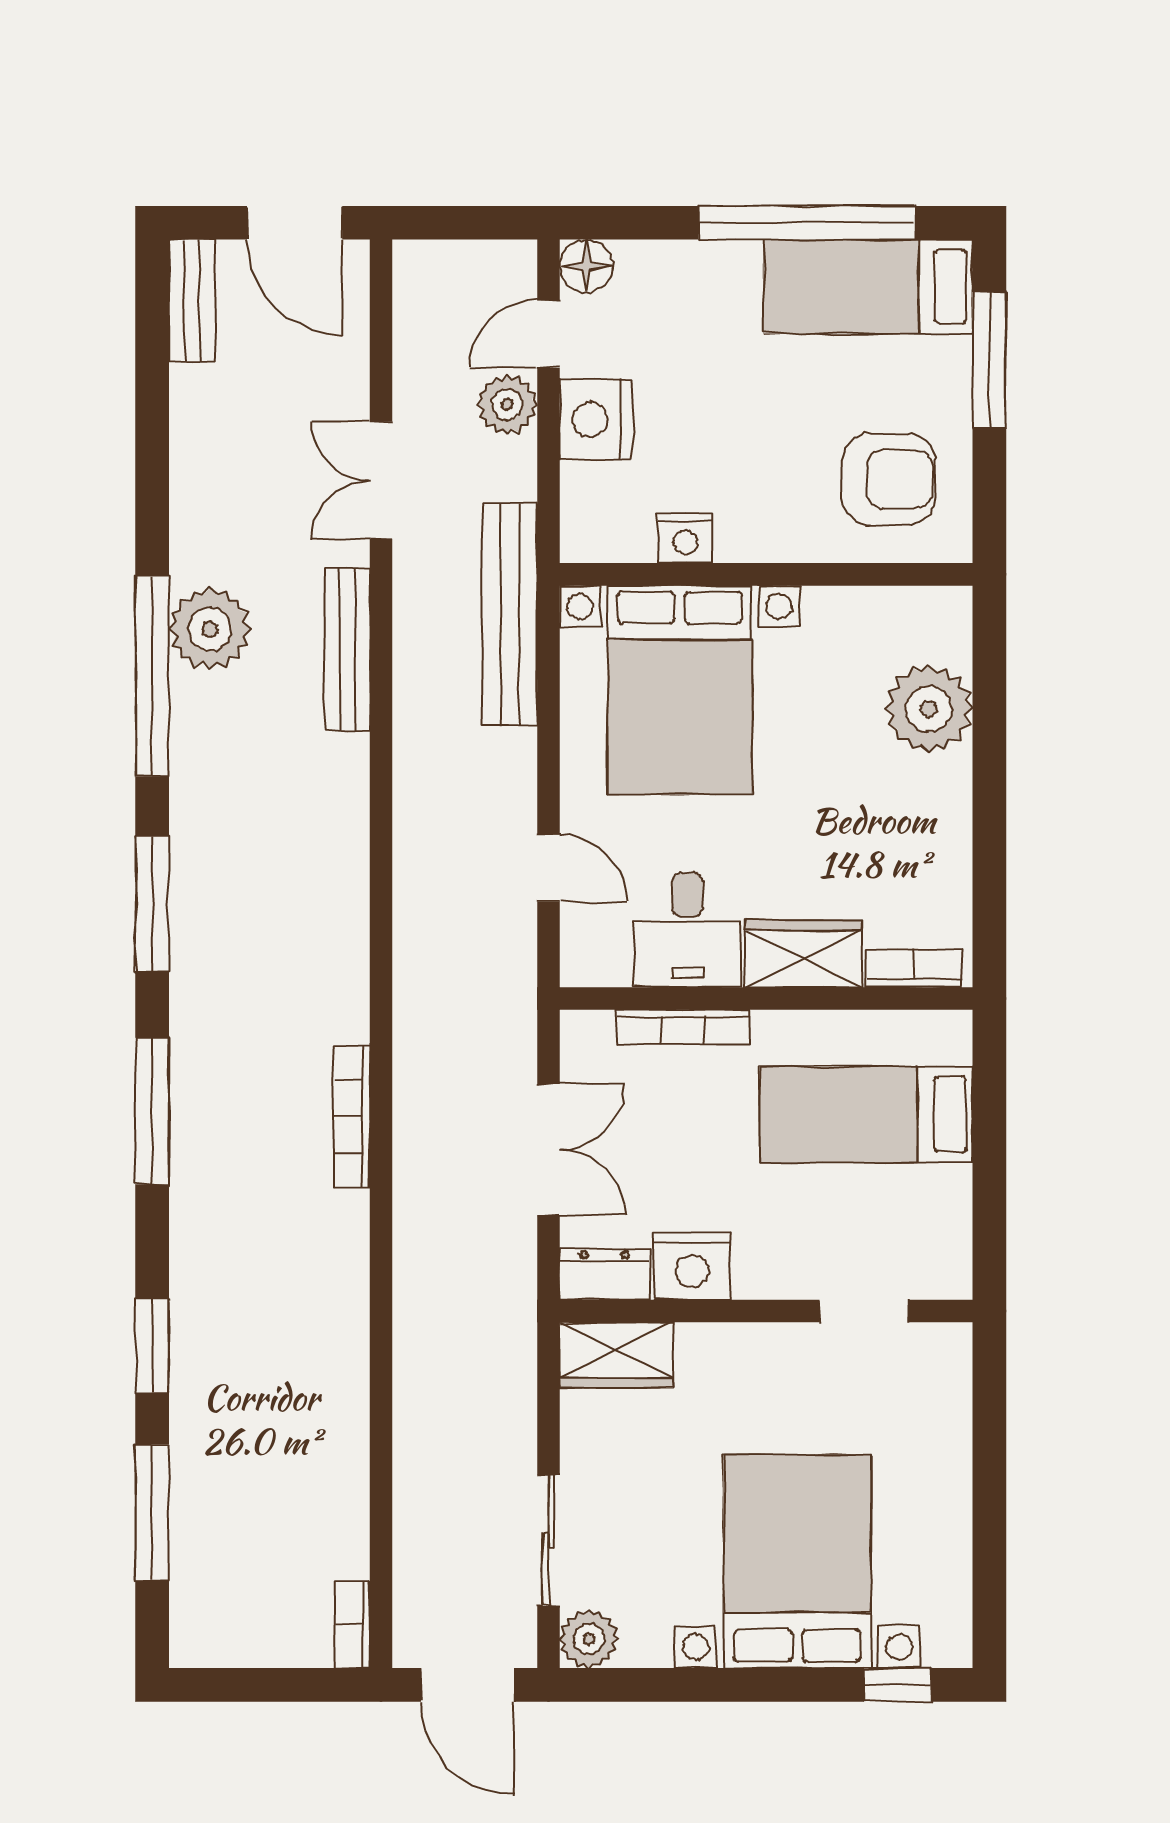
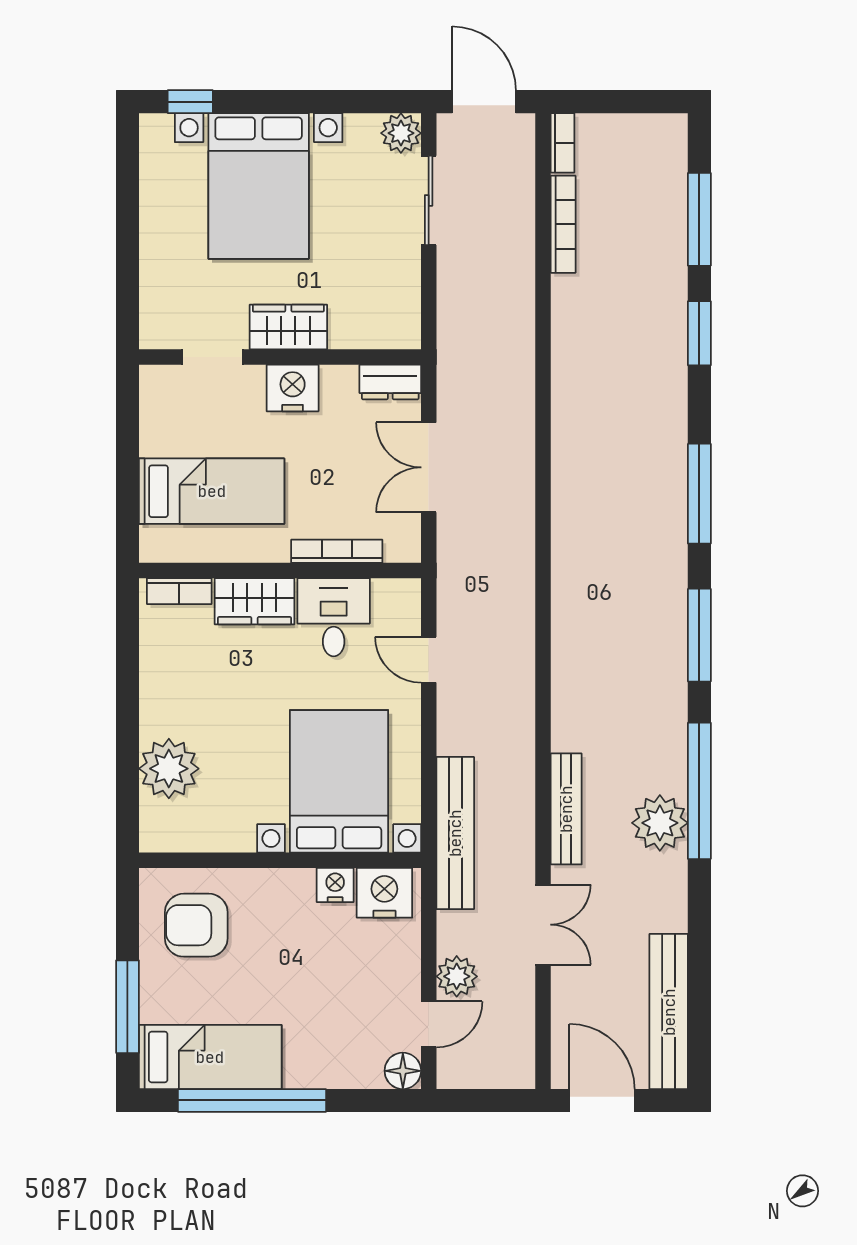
bench: (192, 300) -> (669, 1012), width x1.86, depth x1.21
nightstand: (596, 419) -> (384, 893), moved, turned -90
bookcase: (352, 1116) -> (563, 224), moved
nightstand: (692, 1266) -> (293, 388), moved
wardrobe: (616, 1355) -> (288, 327), moved

